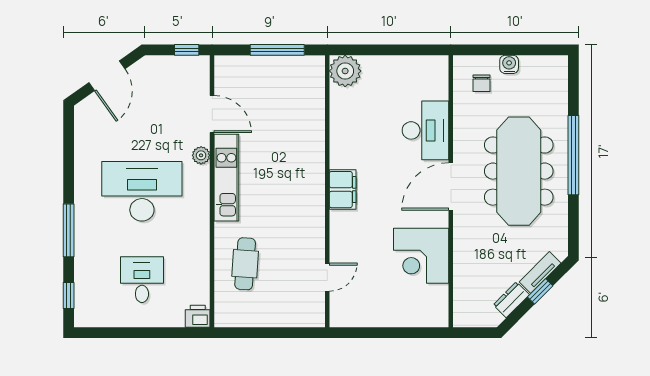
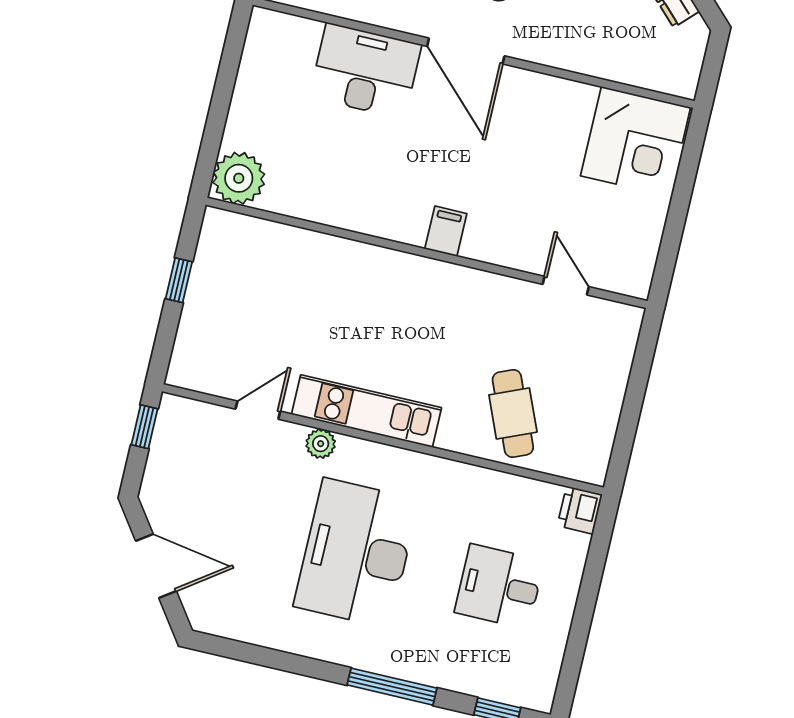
window: (277, 50) -> (179, 280), width x0.46
door: (212, 114) -> (258, 410), width x0.73
filing cabinet: (343, 190) -> (446, 231), width x0.50
corner desk: (421, 256) -> (636, 142), moved
cafe table: (245, 264) -> (513, 413), turned 63

